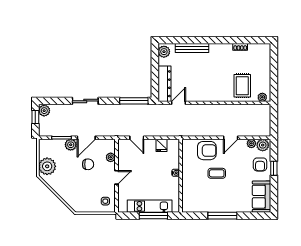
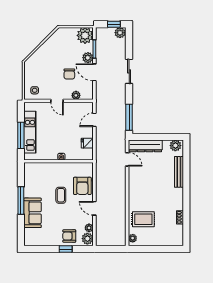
plant: (47, 166) -> (85, 35), moved
sofa: (261, 197) -> (33, 213), moved, turned 90

